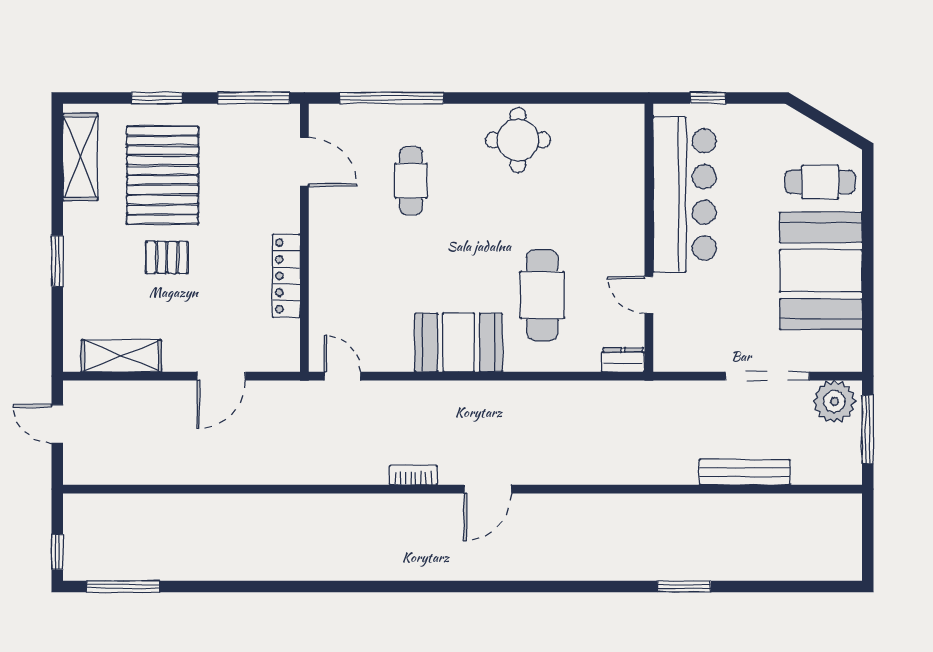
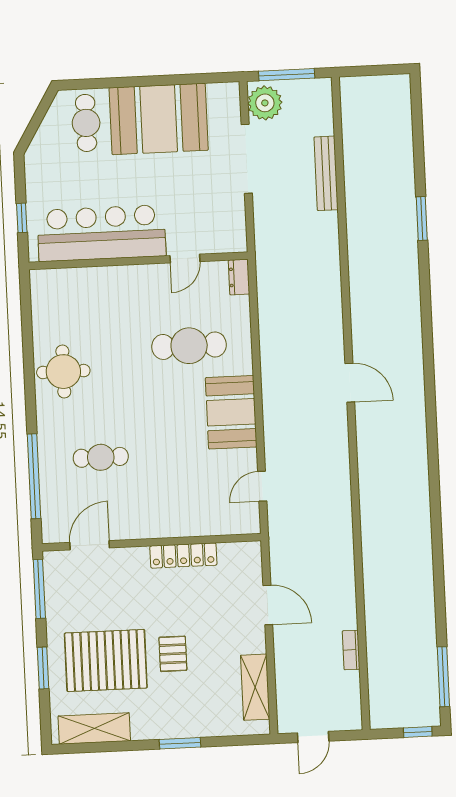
door: (342, 376) -> (262, 486), moved
bookcase: (413, 475) -> (351, 650), moved

